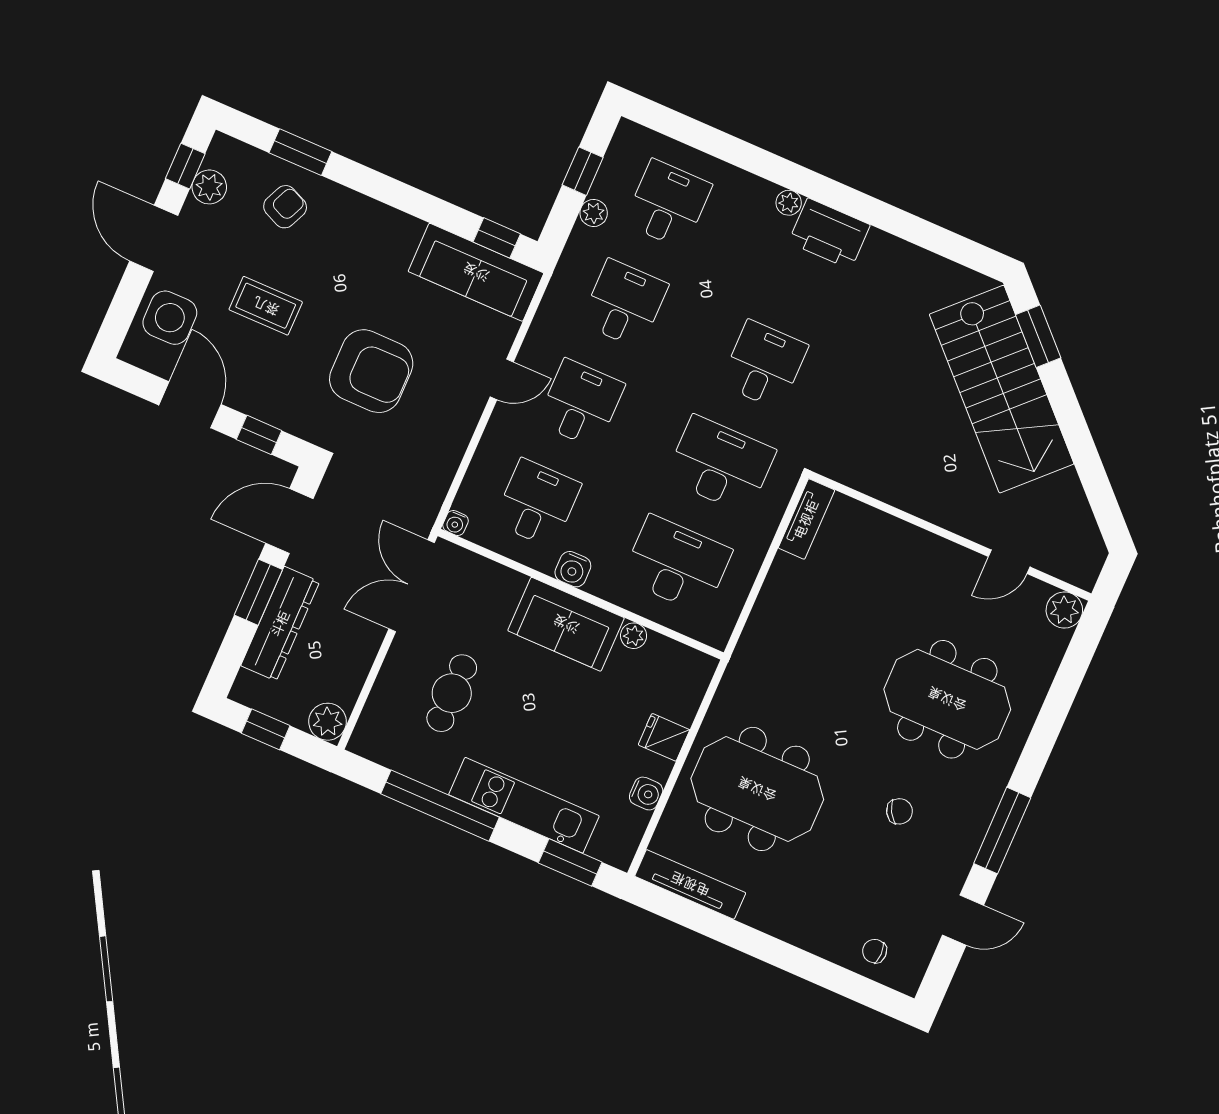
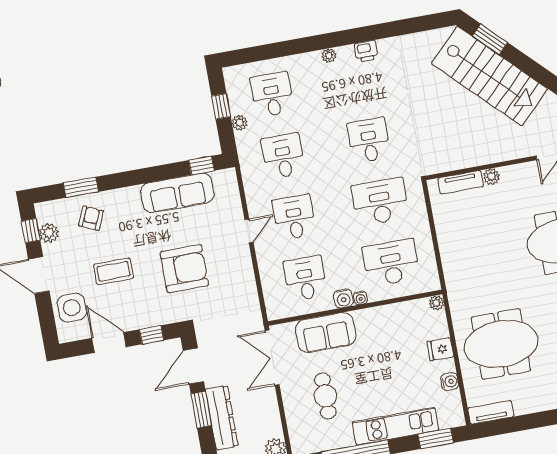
printer: (829, 234) -> (366, 51), width x0.53, depth x0.68
sofa: (476, 272) -> (177, 193), moved
tv unit: (806, 519) -> (461, 182), moved, turned 90
water cooler: (456, 523) -> (361, 298), moved
plant: (906, 537) -> (491, 177), added
sofa: (566, 624) -> (326, 333), moved
plant: (634, 636) -> (436, 303), moved
tv unit: (690, 884) -> (491, 412), width x0.71

